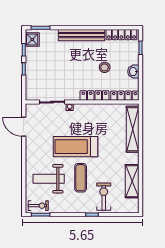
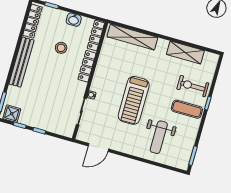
exercise mat: (81, 178) -> (187, 109), moved
exercise bike: (38, 206) -> (183, 155), removed

